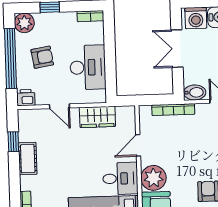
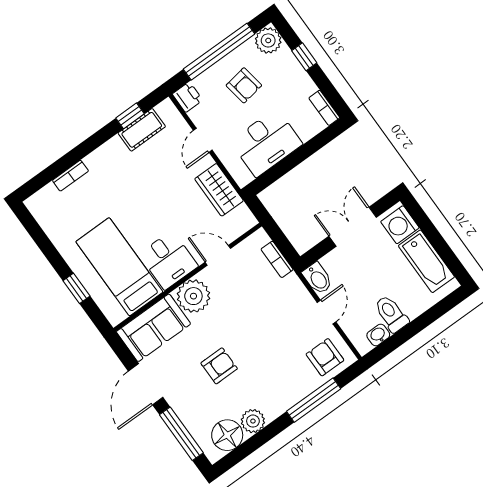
bookcase: (173, 110) -> (277, 259), width x0.64
cot: (28, 159) -> (142, 130), moved

